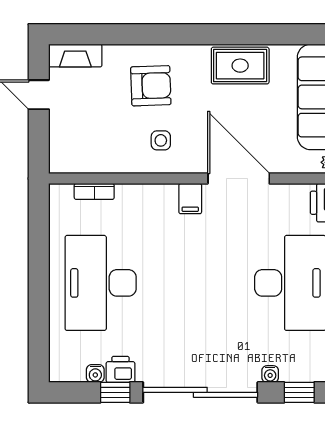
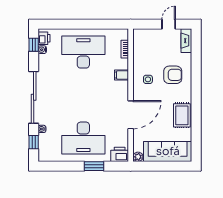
armchair: (151, 86) -> (173, 75), turned -88
filing cabinet: (190, 199) -> (122, 75), moved
printer: (120, 369) -> (44, 38), moved
window: (115, 392) -> (34, 45), moved

